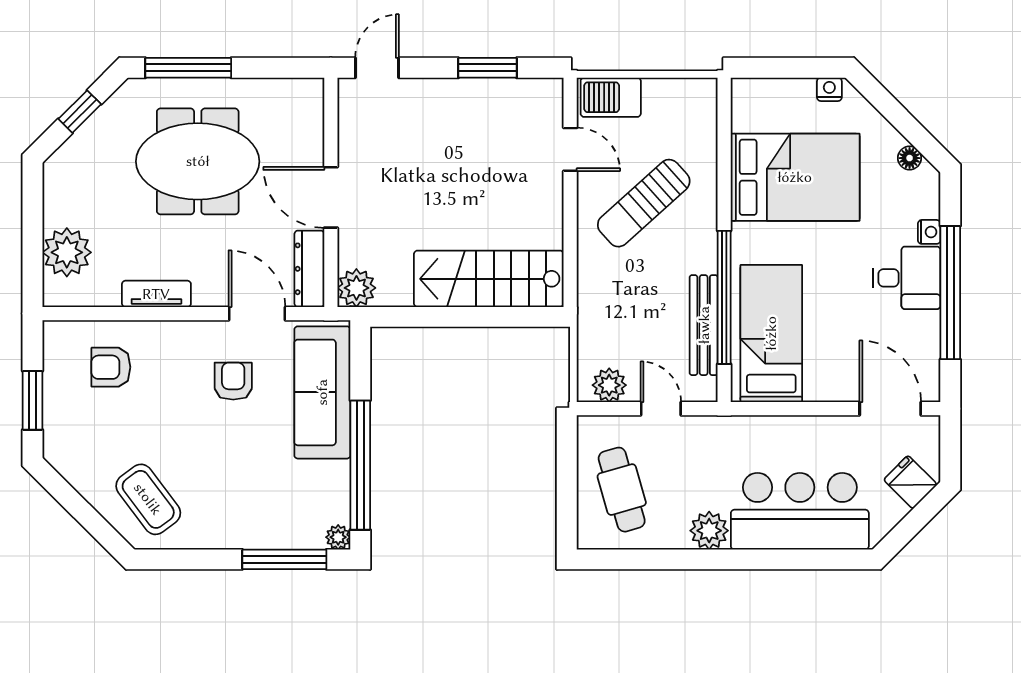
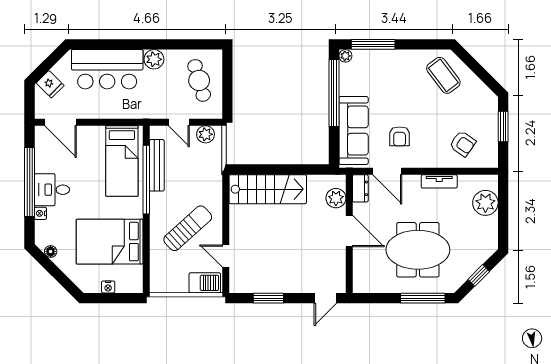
nightstand: (829, 89) -> (108, 287), moved
dresser: (309, 269) -> (360, 188), width x0.70
plant: (356, 288) -> (336, 198), moved
armchair: (111, 367) -> (463, 144), turned 35

